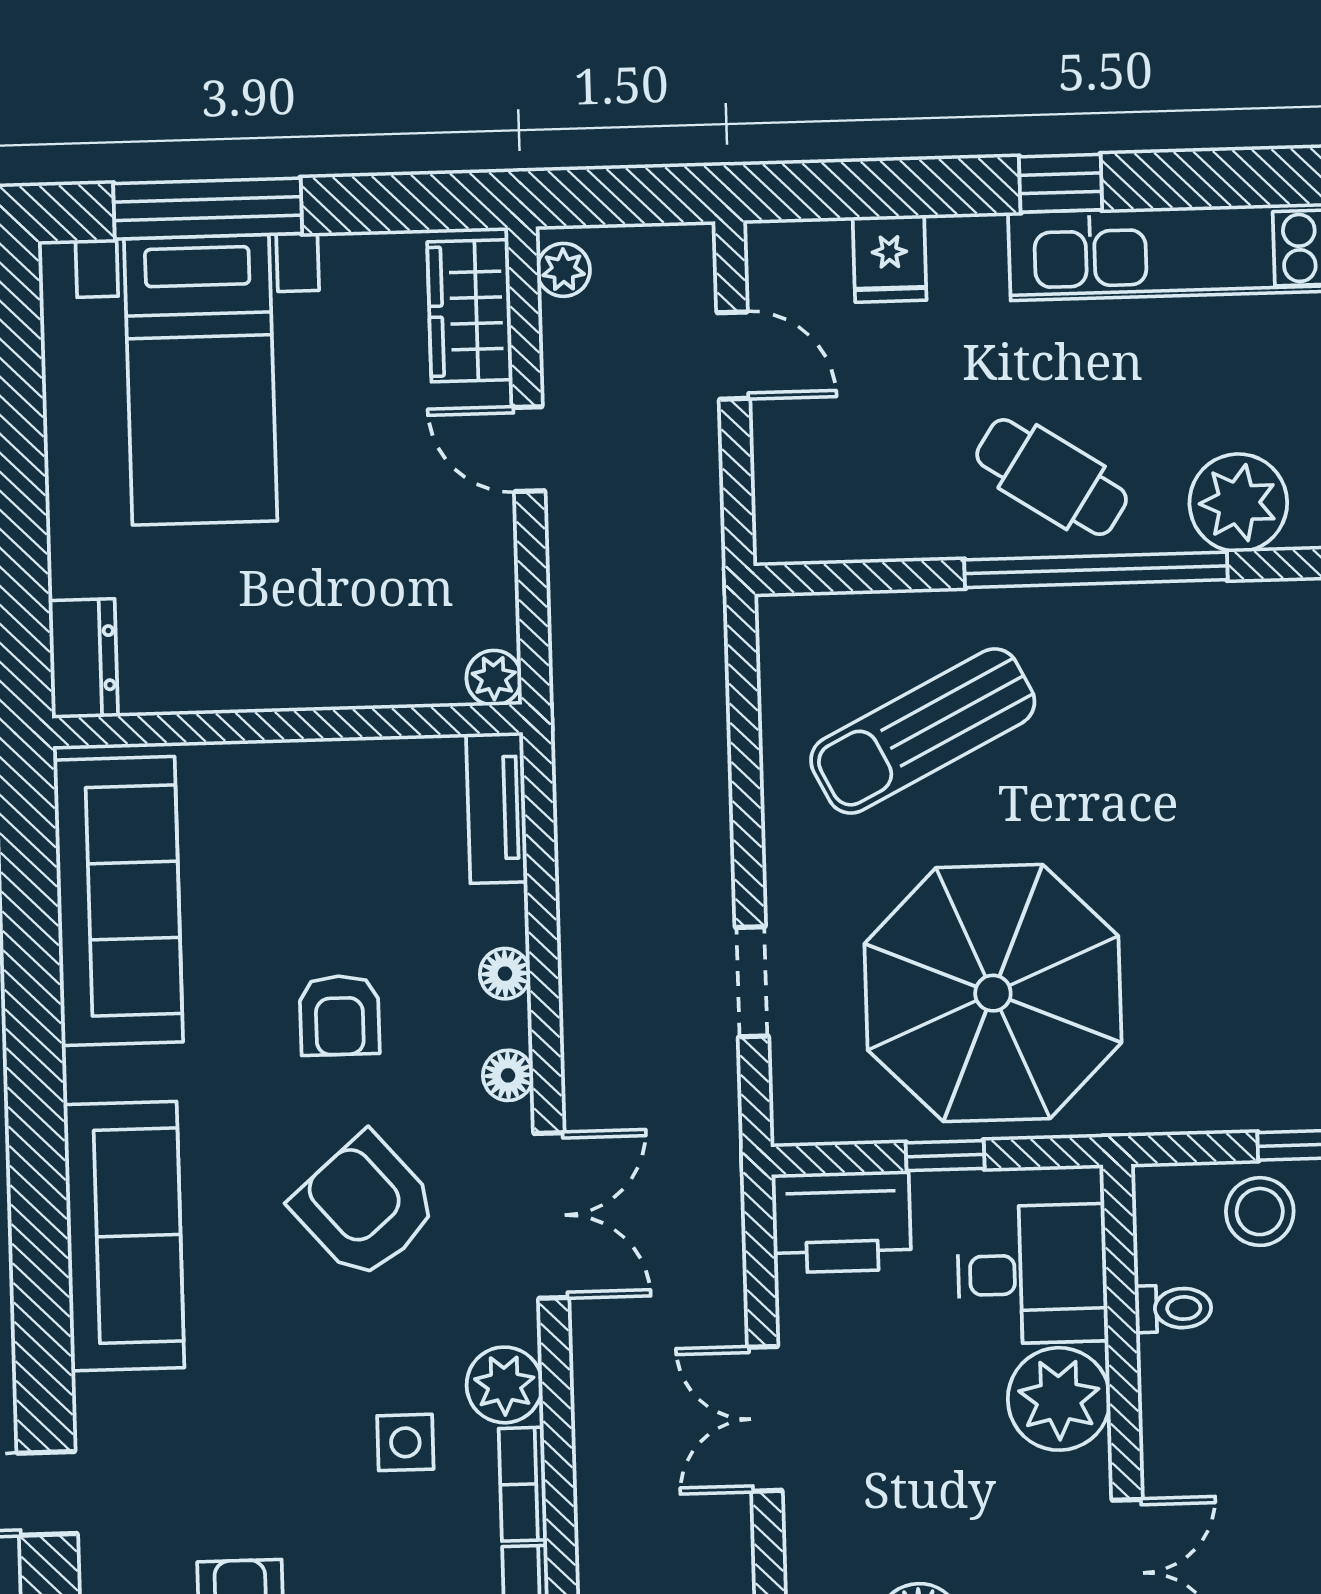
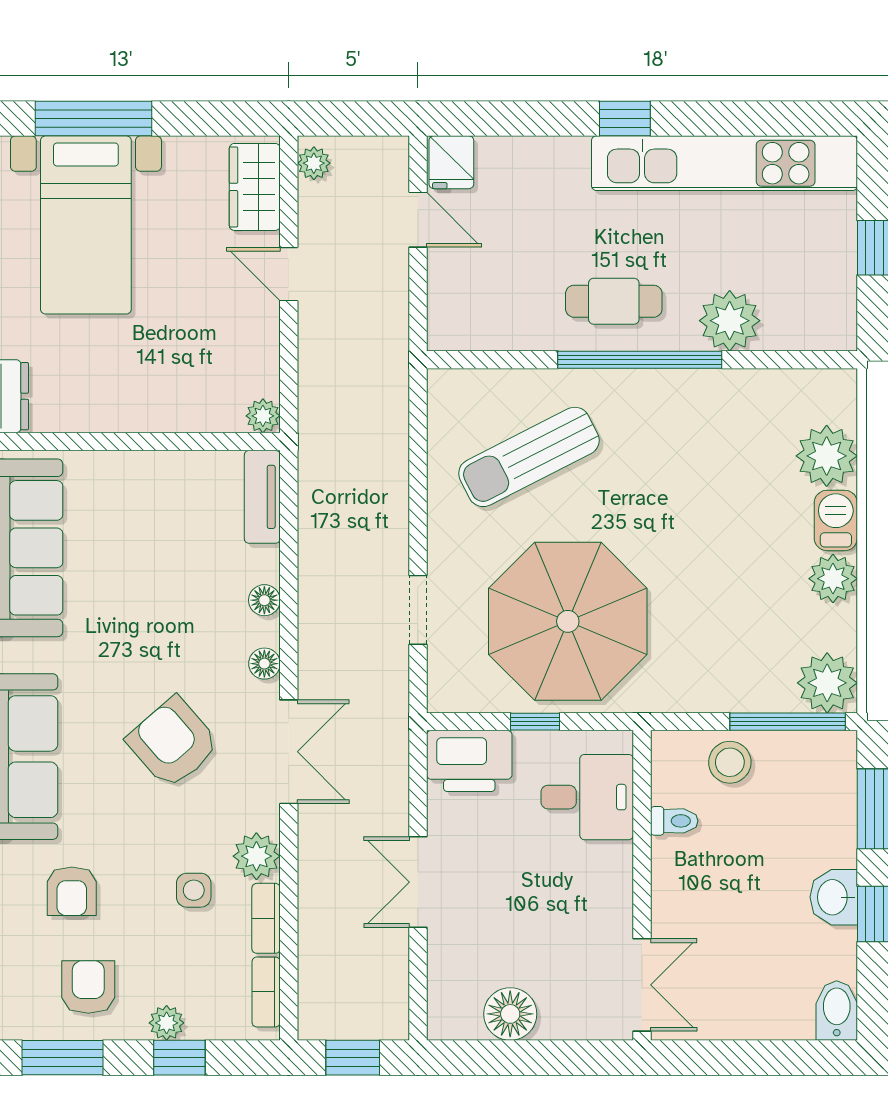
fridge: (890, 259) -> (451, 162), moved
cafe table: (1052, 477) -> (614, 301), turned -33
armchair: (339, 1015) -> (72, 891), moved
plant: (1059, 1399) -> (601, 875), removed

